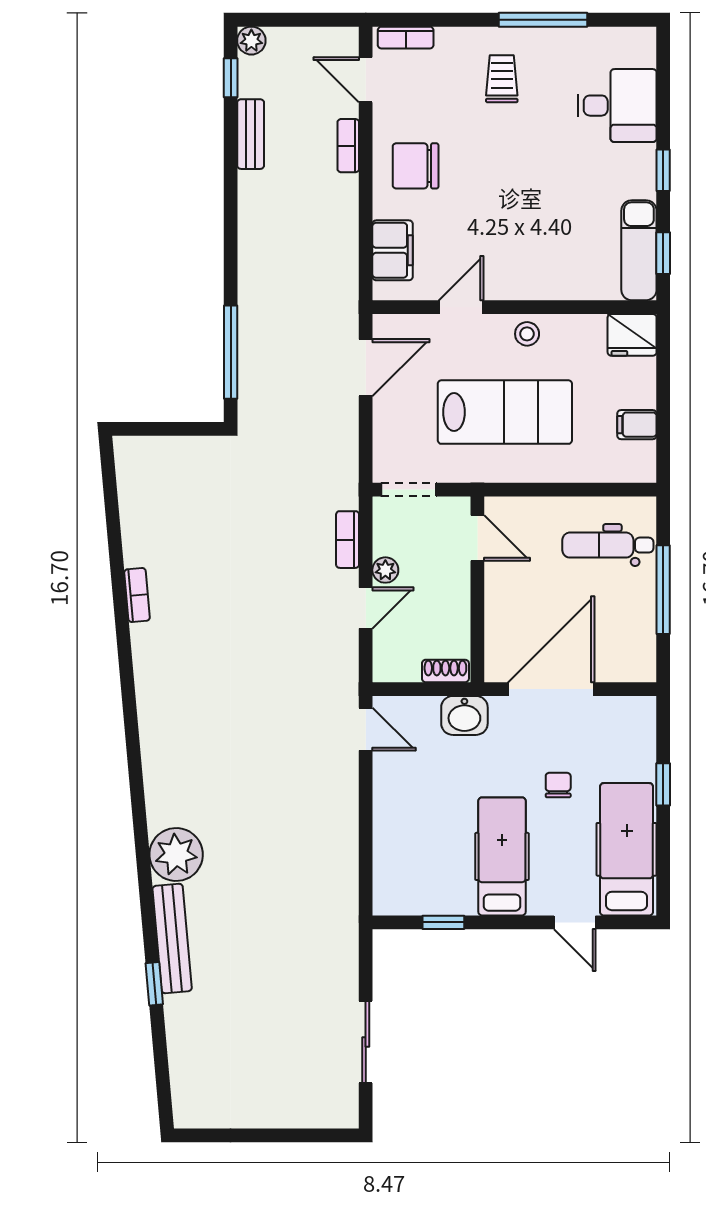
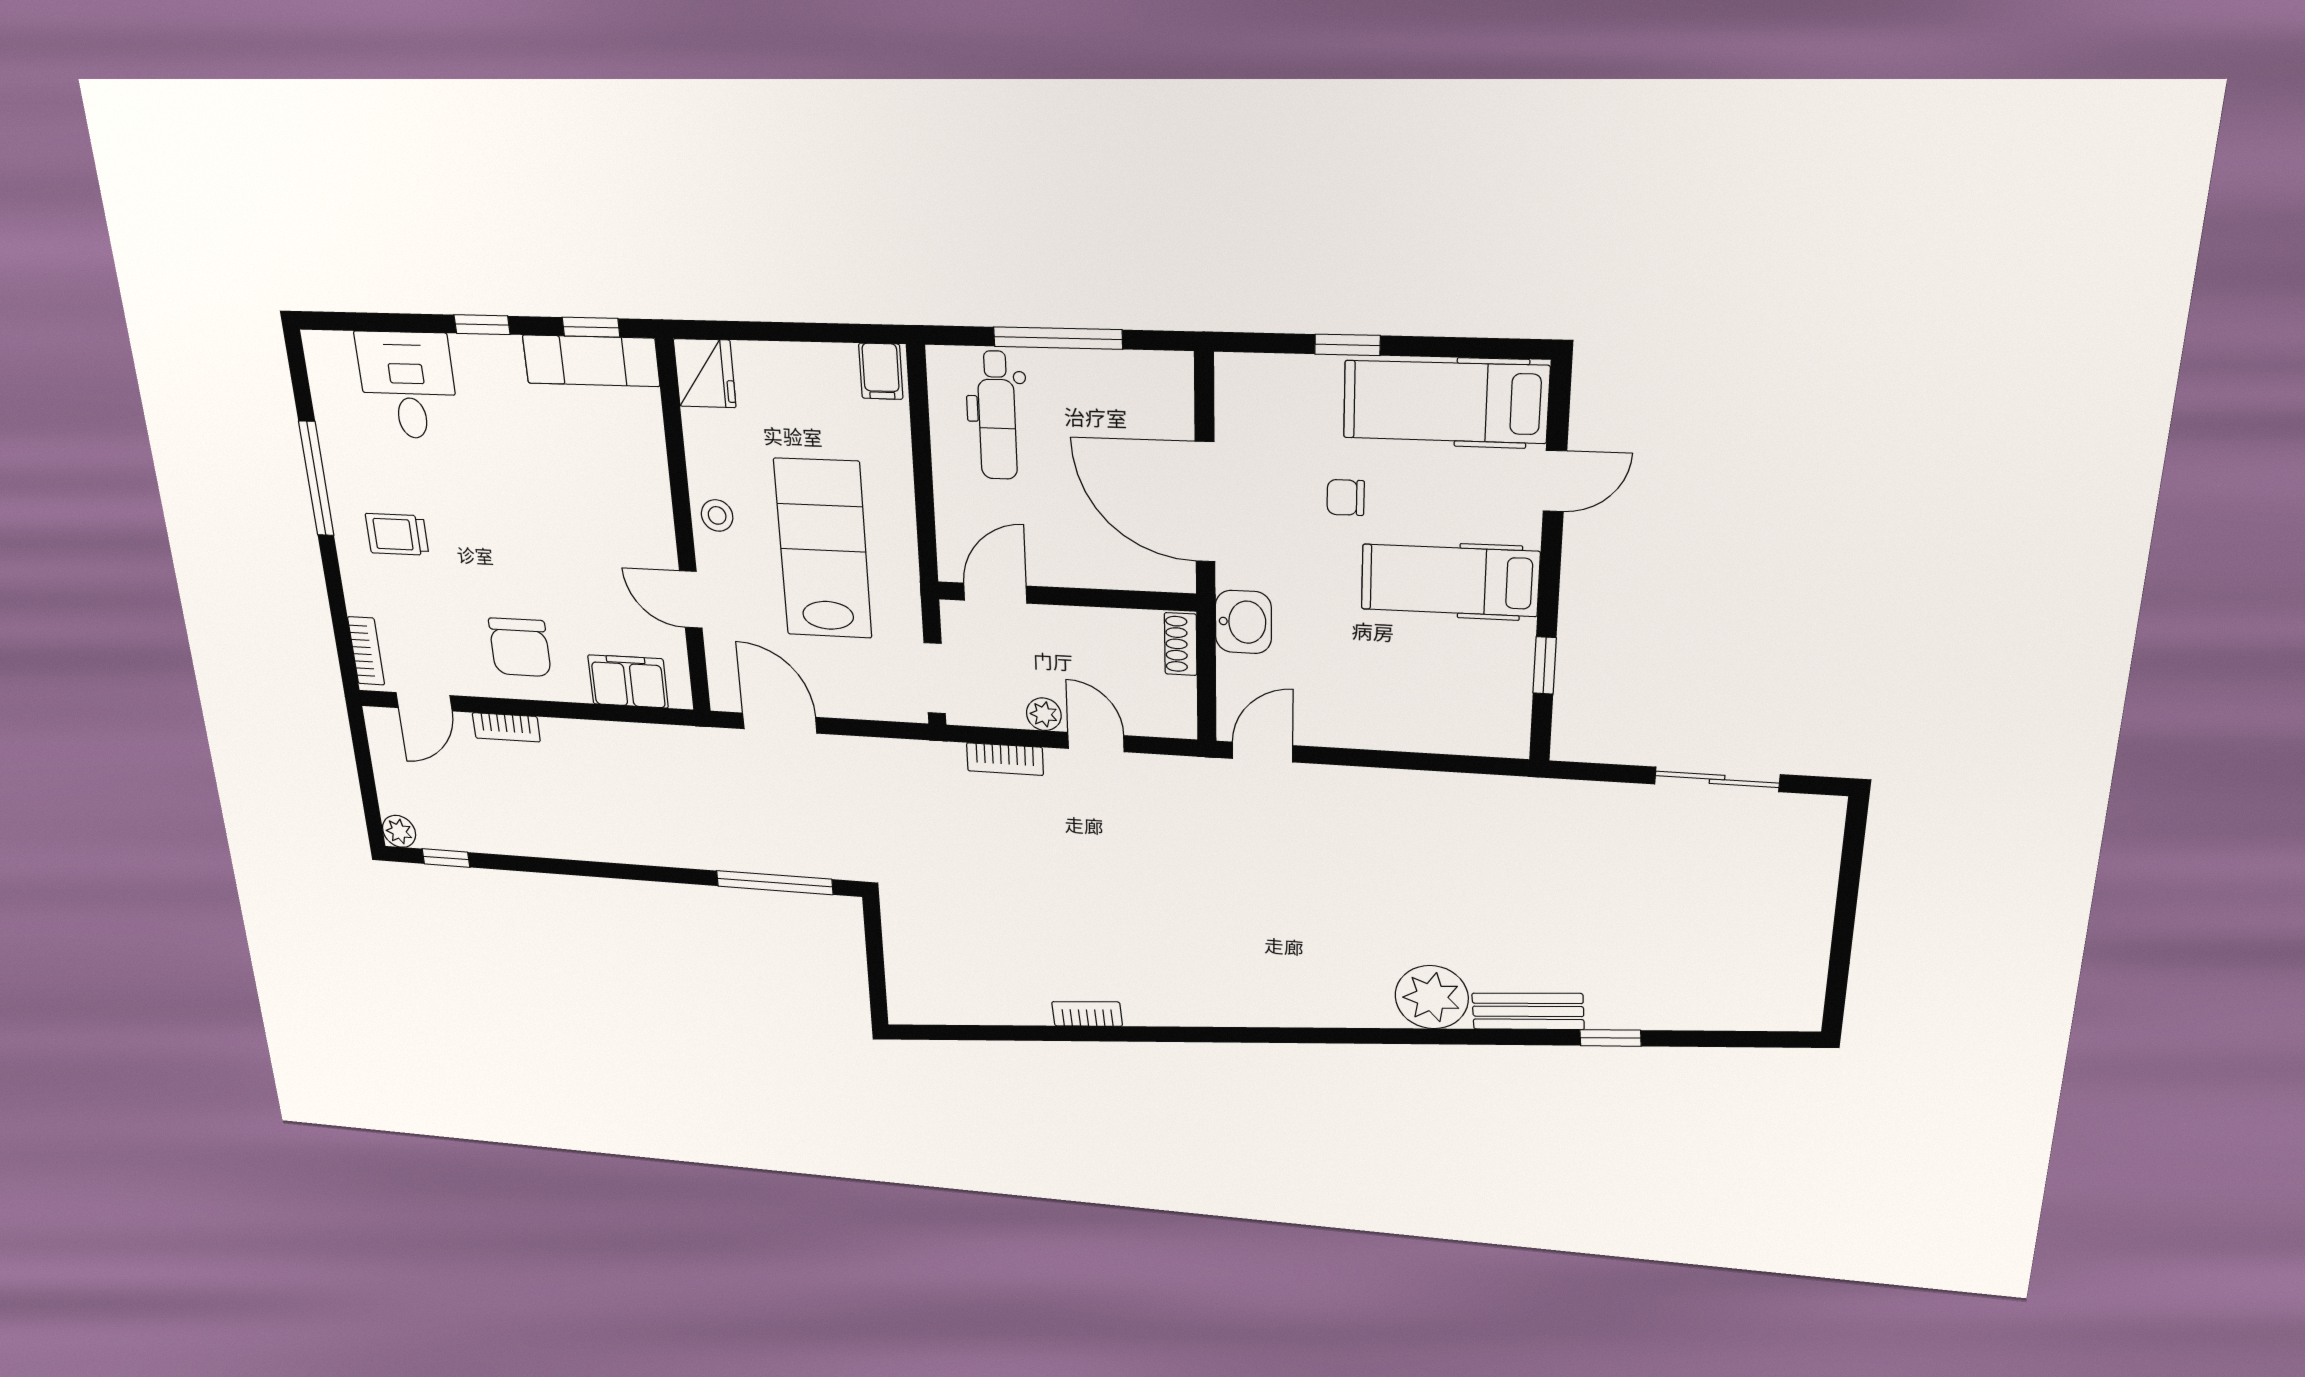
bench: (251, 134) -> (508, 840), removed
filing cabinet: (637, 425) -> (881, 371), moved
bench: (172, 938) -> (1528, 1011), width x0.73

